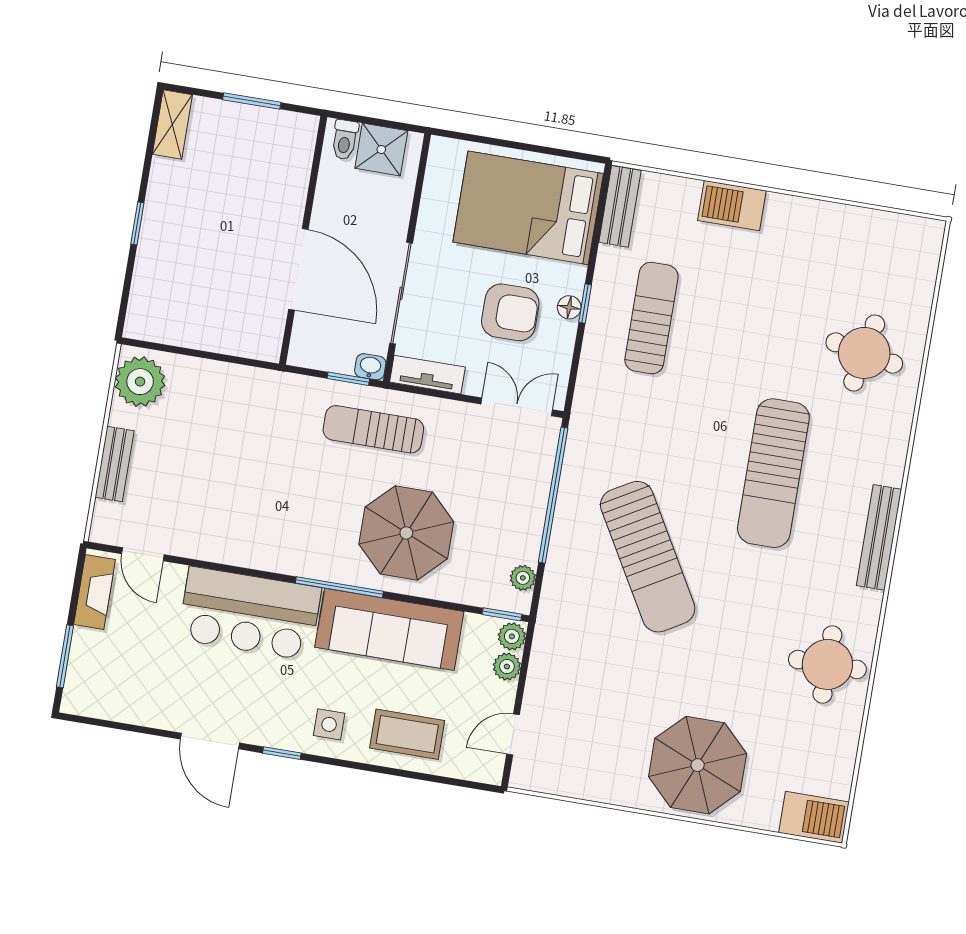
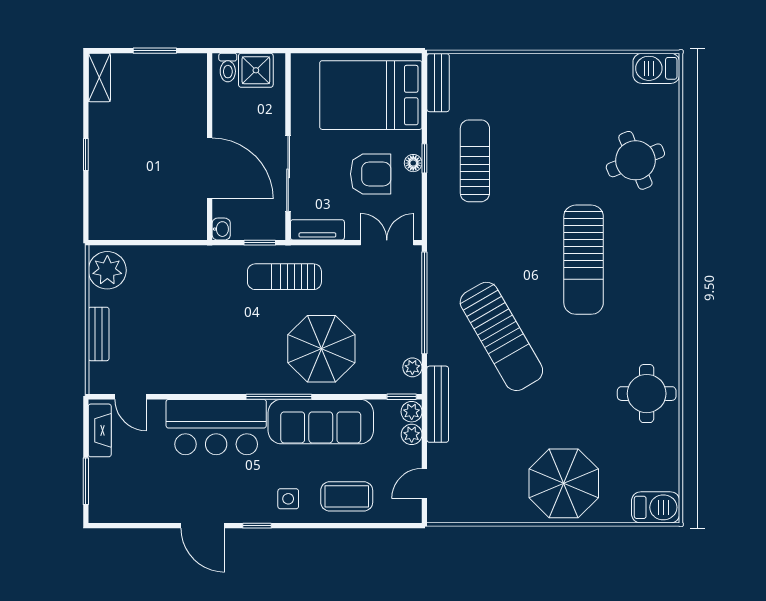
barbecue: (732, 206) -> (656, 68), moved
round table: (864, 353) -> (635, 160), turned -33
washbasin: (370, 367) -> (221, 229), moved, turned 90
bench: (879, 537) -> (438, 404), moved

